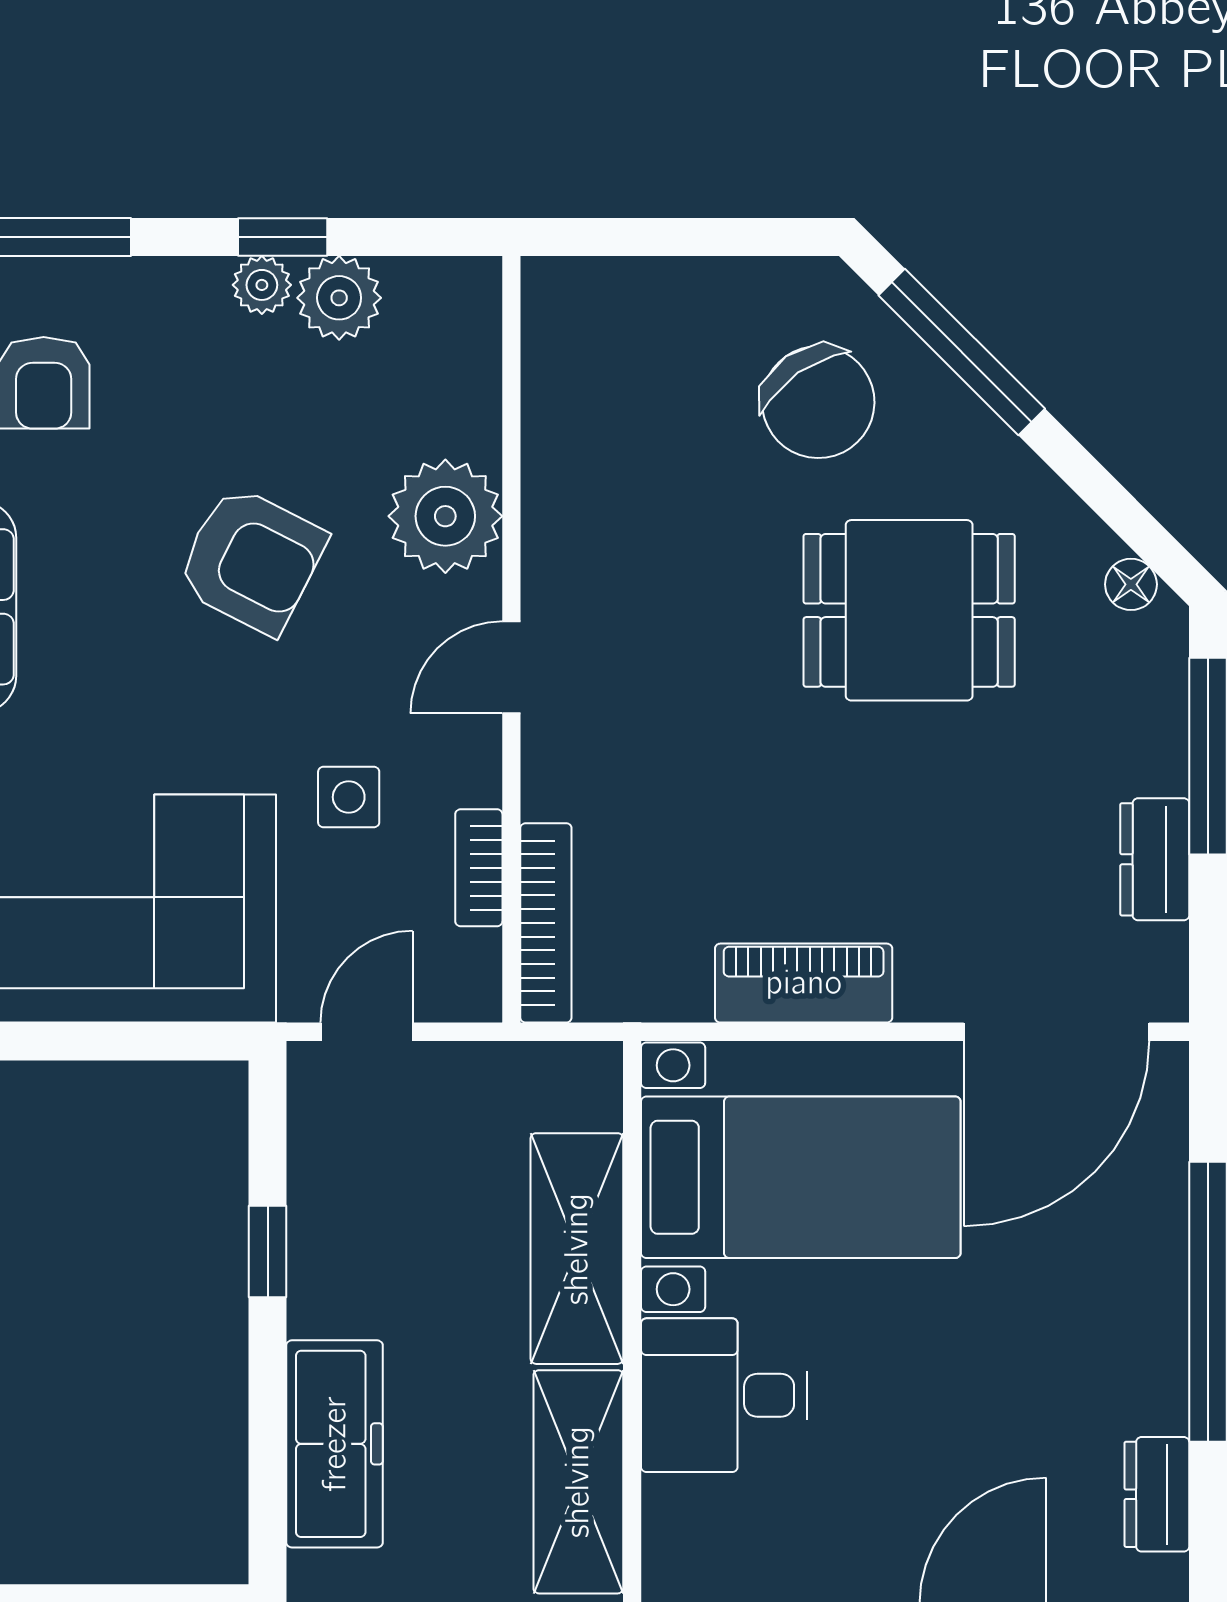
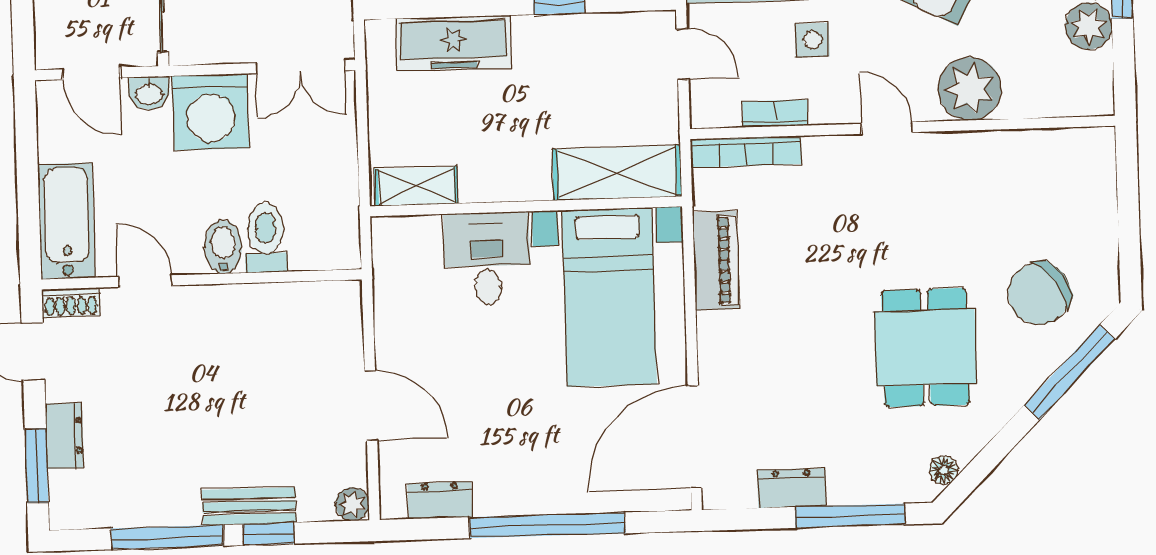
piano: (804, 983) -> (716, 261), moved
door: (1056, 1032) -> (694, 437), hinge flipped
shelving: (577, 1249) -> (617, 173), moved
shelving: (578, 1482) -> (416, 186), width x0.67, depth x0.75

